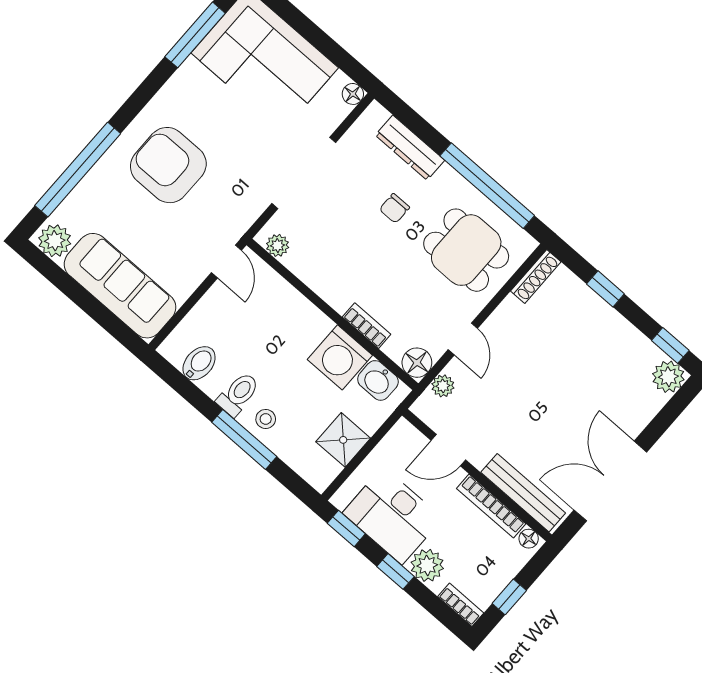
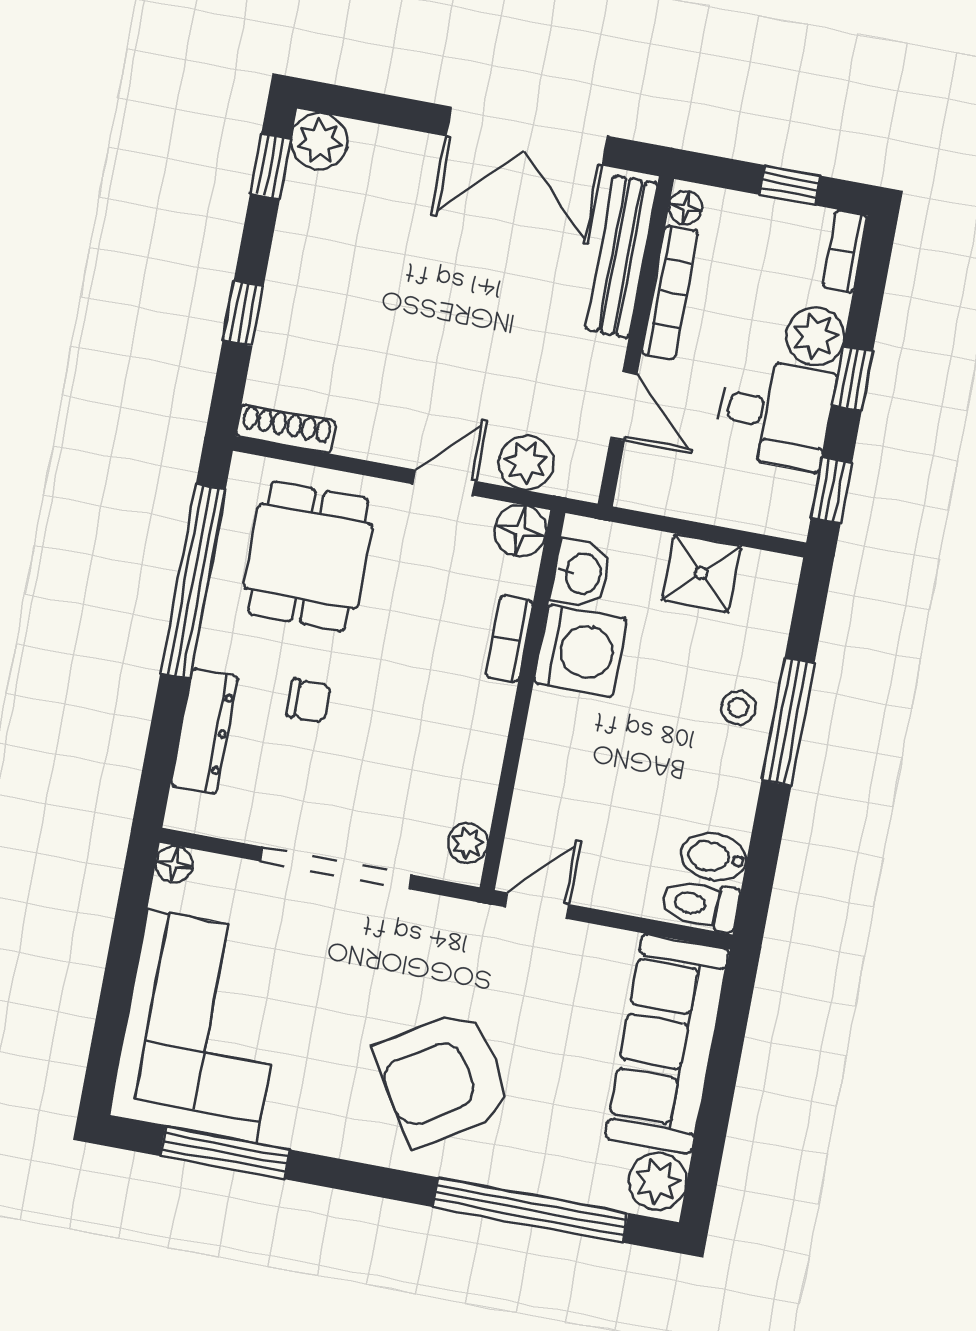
armchair: (168, 165) -> (444, 1078), turned 58
plant: (443, 386) -> (526, 463), width x1.38, depth x1.38
toilet: (238, 394) -> (700, 905), moved
desk: (392, 516) -> (775, 414), width x0.73

